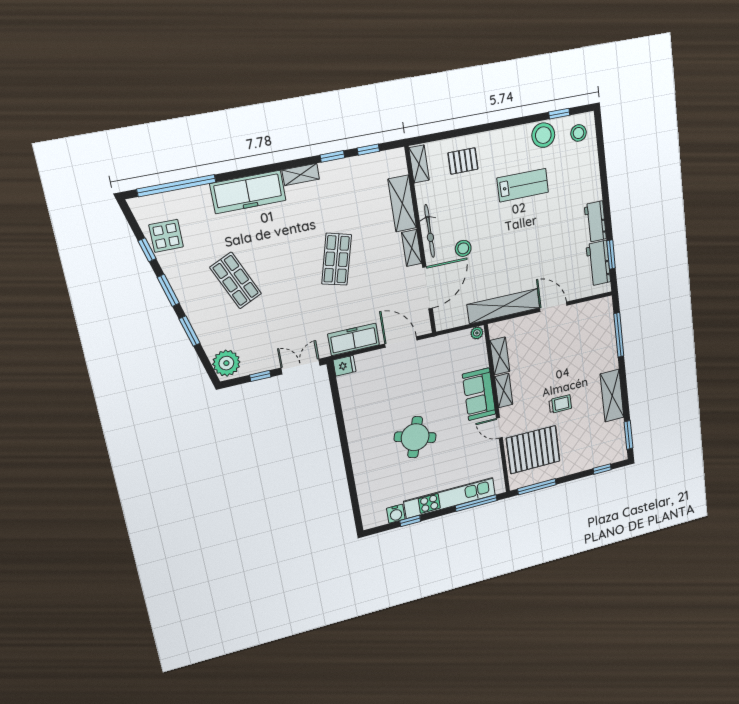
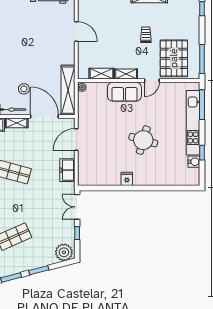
shelving: (503, 306) -> (68, 90), moved
door: (553, 307) -> (76, 32), swing flipped
freezer: (354, 339) -> (67, 170), width x0.71
fridge: (344, 366) -> (127, 179), moved

